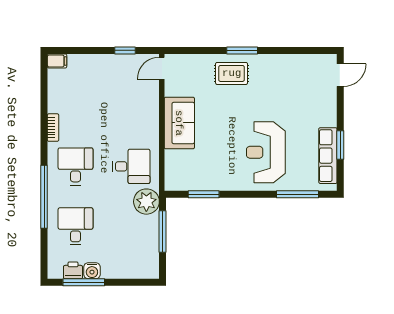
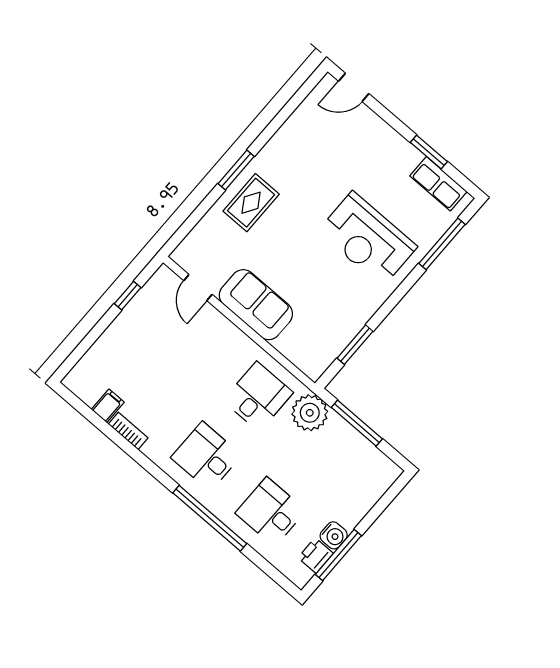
filing cabinet: (57, 61) -> (108, 406), moved
door: (162, 68) -> (198, 288), moved
door: (340, 75) -> (354, 87), swing flipped
bookcase: (53, 128) -> (128, 431), moved
row of seats: (328, 156) -> (438, 184), width x0.68

